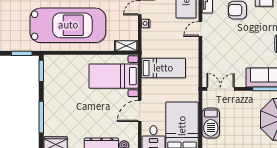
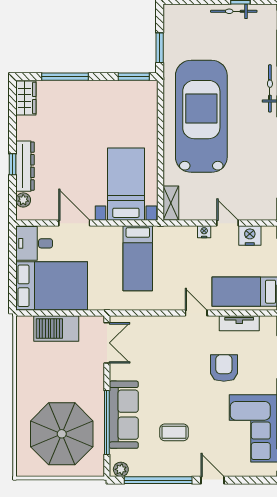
car: (68, 25) -> (201, 116), turned 180

